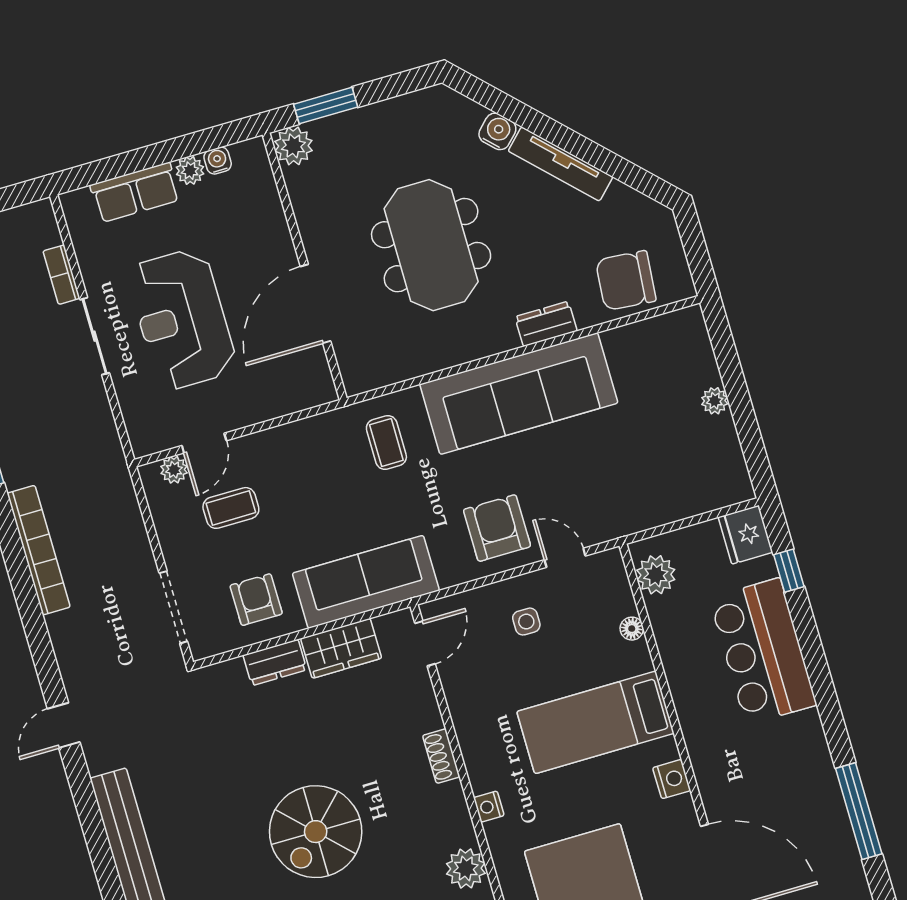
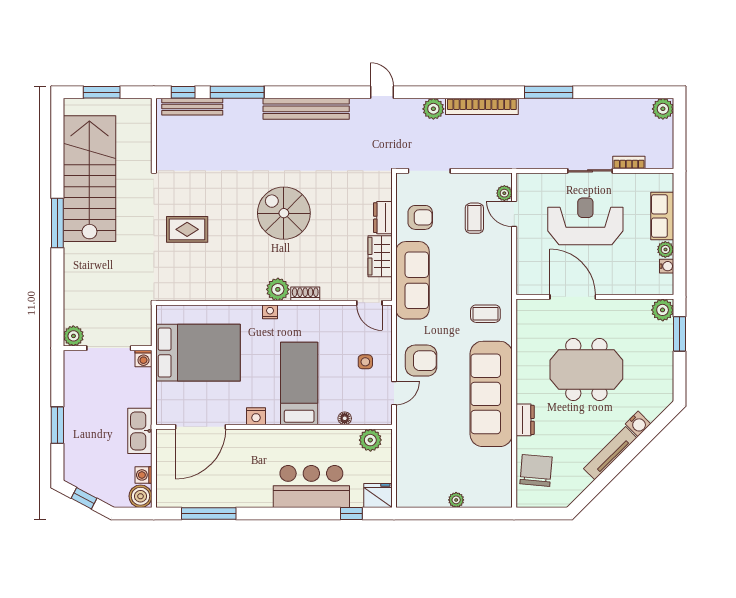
plant: (66, 631) -> (433, 109), added
plant: (466, 868) -> (278, 289), moved

